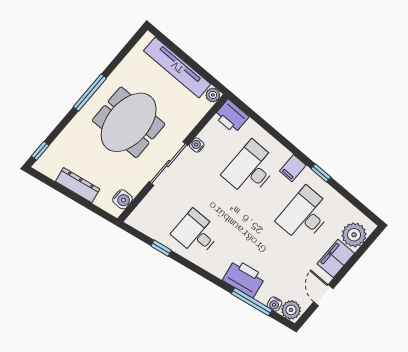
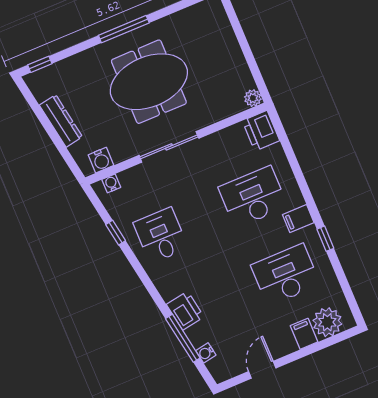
tv unit: (177, 67) -> (230, 50), removed
water cooler: (197, 145) -> (111, 183), moved
filing cabinet: (336, 259) -> (304, 334), width x0.50
printer: (244, 278) -> (185, 311), width x0.73, depth x0.84
plant: (291, 310) -> (220, 368), removed

